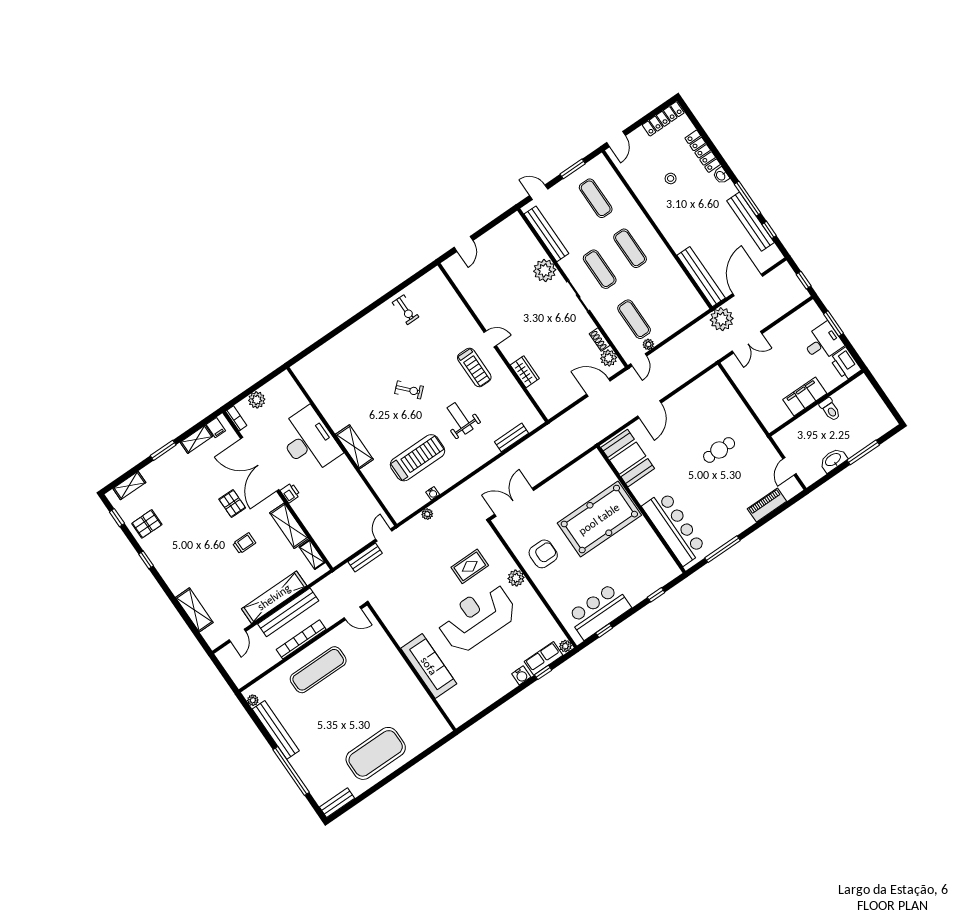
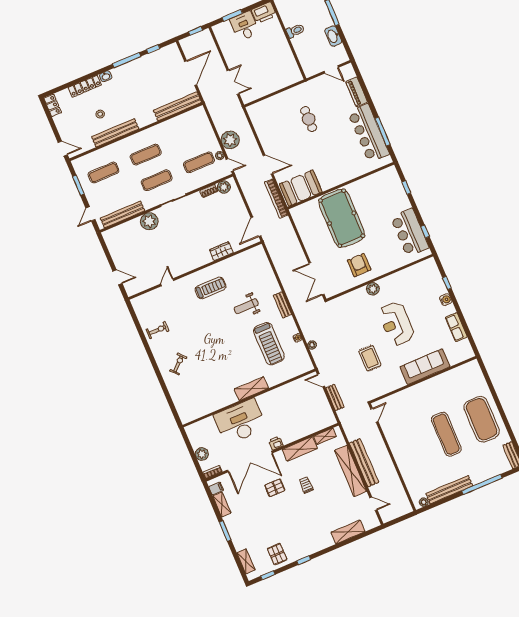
locker: (663, 119) -> (53, 105), width x0.66
bench: (750, 222) -> (115, 133), moved
door: (748, 285) -> (191, 73), swing flipped
plant: (722, 319) -> (230, 140), moved
door: (490, 339) -> (167, 282), moved
door: (598, 387) -> (256, 227), moved
exercise bike: (409, 390) -> (178, 364), moved
filing cabinet: (805, 396) -> (282, 48), removed
bench: (512, 437) -> (282, 305), moved
treadmill: (417, 458) -> (269, 344), turned 180
bar counter: (674, 528) -> (369, 133), moved, turned -90
rug: (470, 566) -> (370, 358), moved
reception desk: (477, 618) -> (396, 324), width x0.74, depth x0.77
bookcase: (301, 639) -> (276, 199), moved
plant: (565, 646) -> (431, 262), removed
row of seats: (544, 658) -> (456, 327), moved
exercise mat: (318, 670) -> (446, 434), moved

